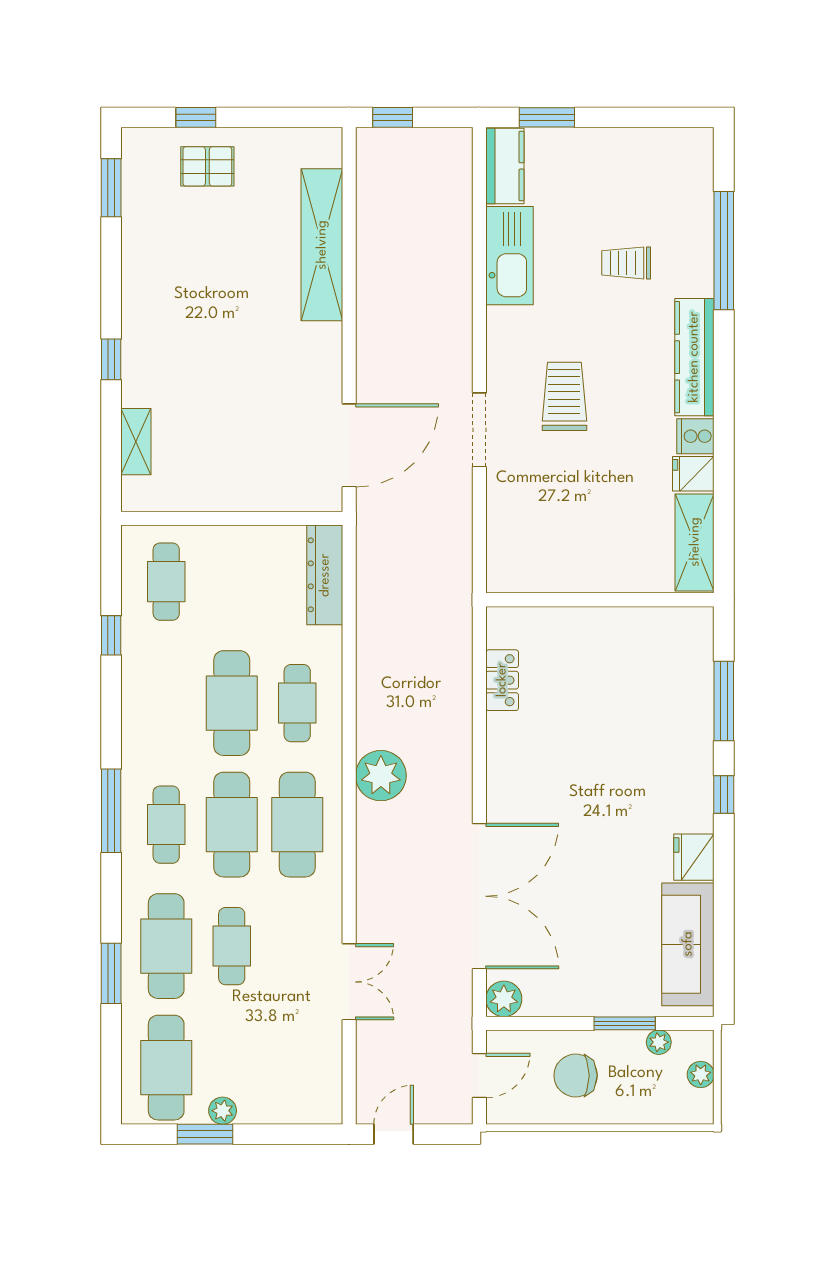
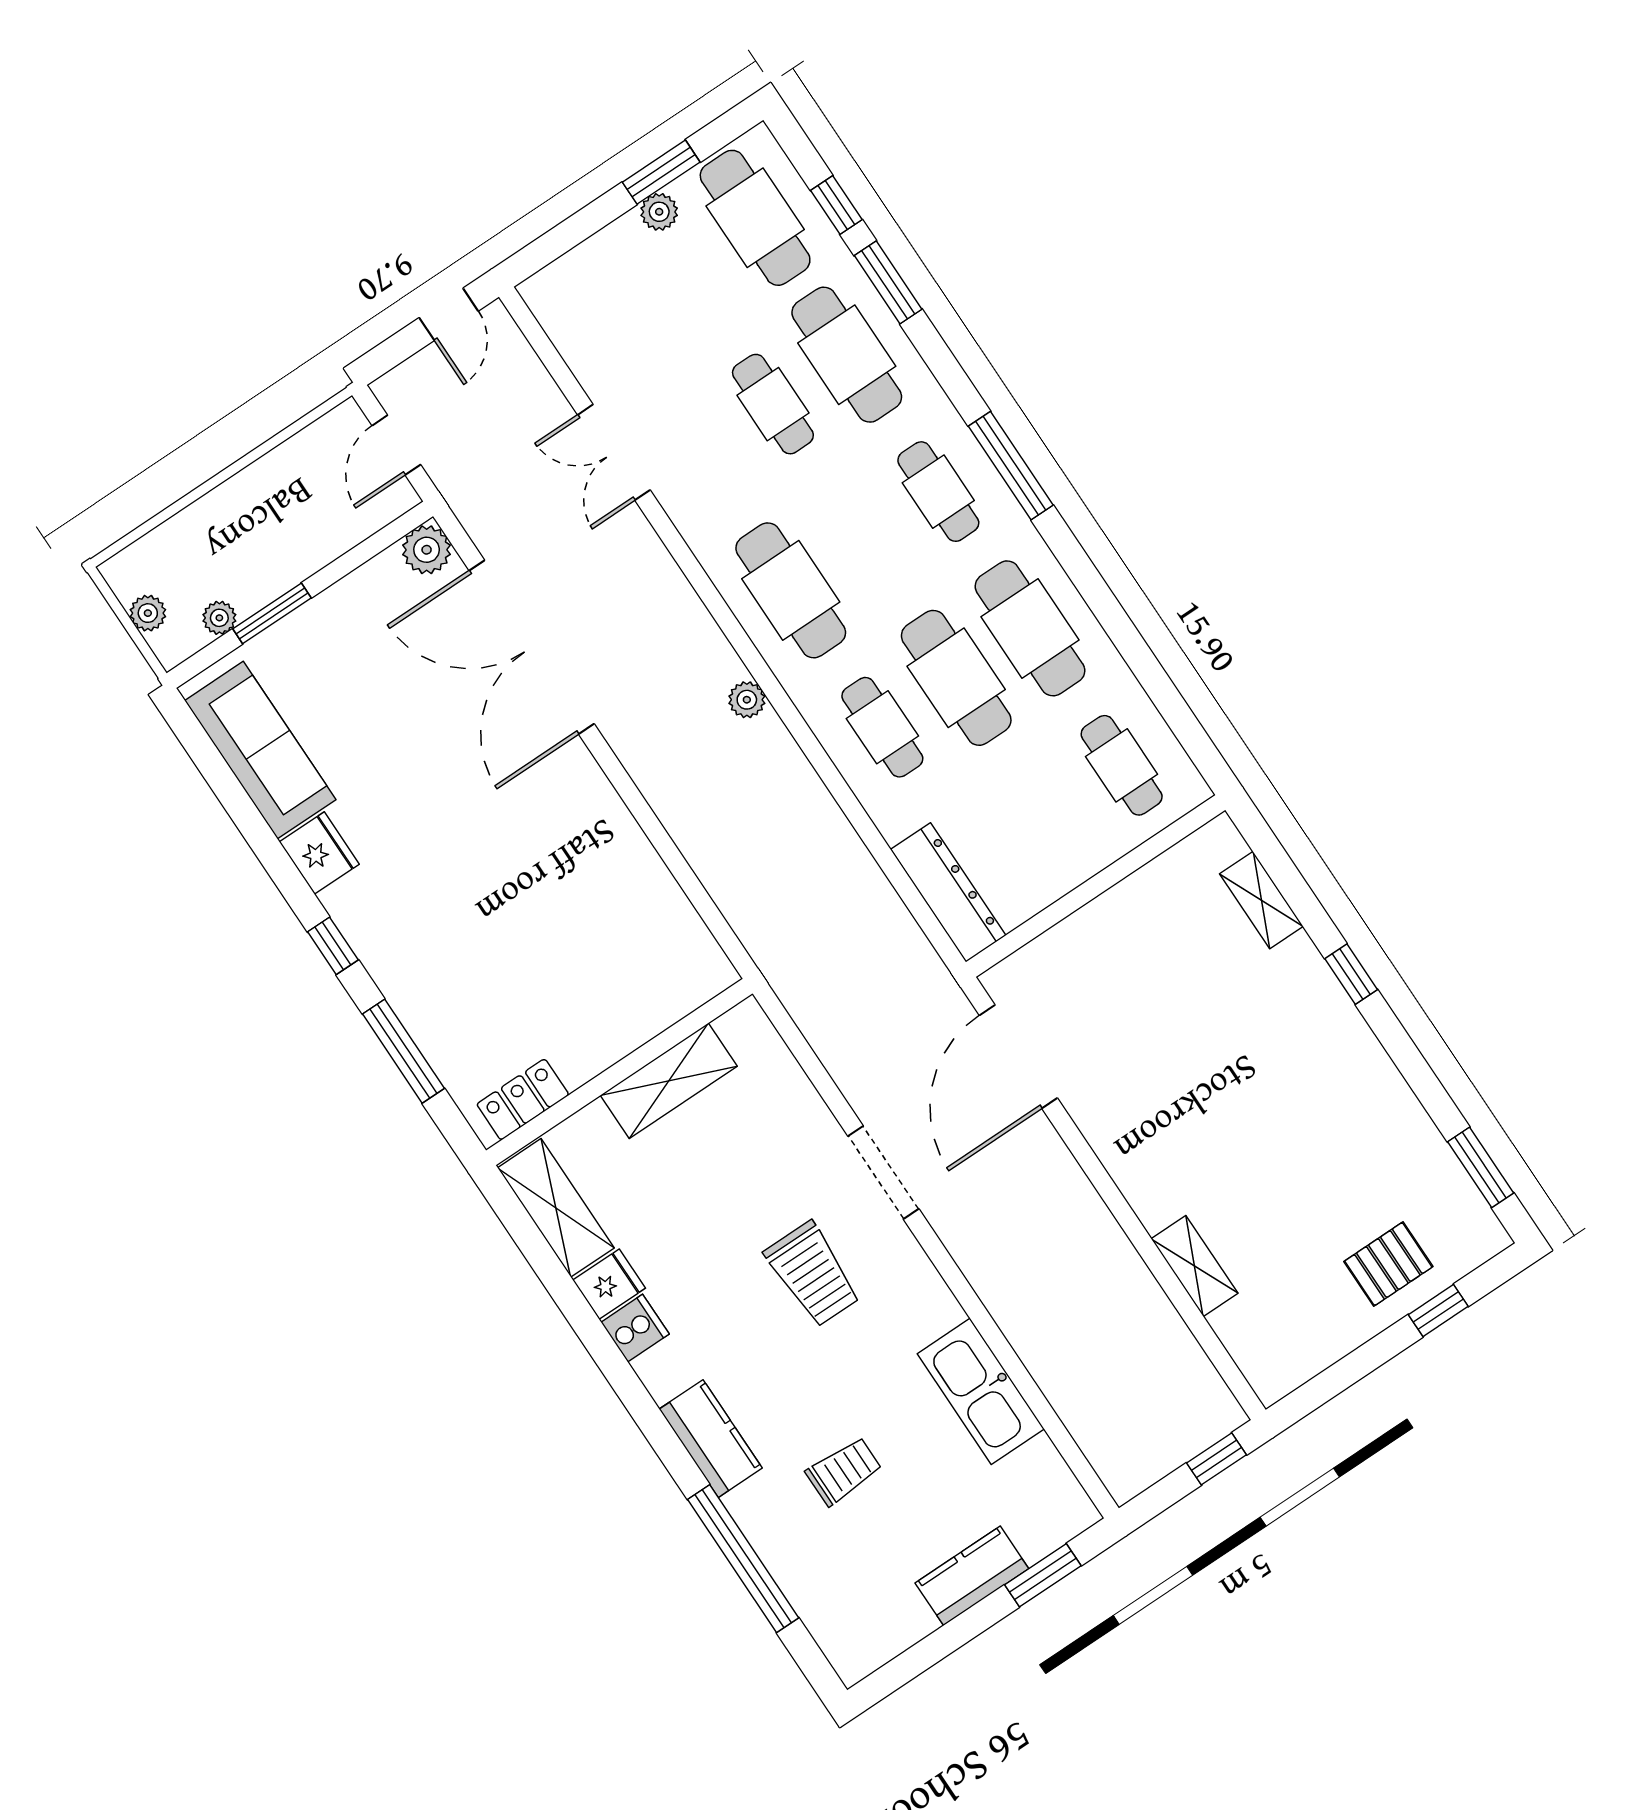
kitchen counter: (505, 166) -> (972, 1576), moved, turned 90
shelving: (322, 245) -> (1195, 1266), width x0.45, depth x0.75
kitchen counter: (694, 357) -> (711, 1439), width x0.67
shelving: (573, 574) -> (669, 1081), added
window: (111, 635) -> (836, 205), moved
locker: (502, 680) -> (523, 1099), moved, turned 90
plant: (381, 776) -> (747, 700), width x0.53, depth x0.53
cafe table: (232, 825) -> (1030, 628), moved
chair: (576, 1075) -> (288, 518), removed

